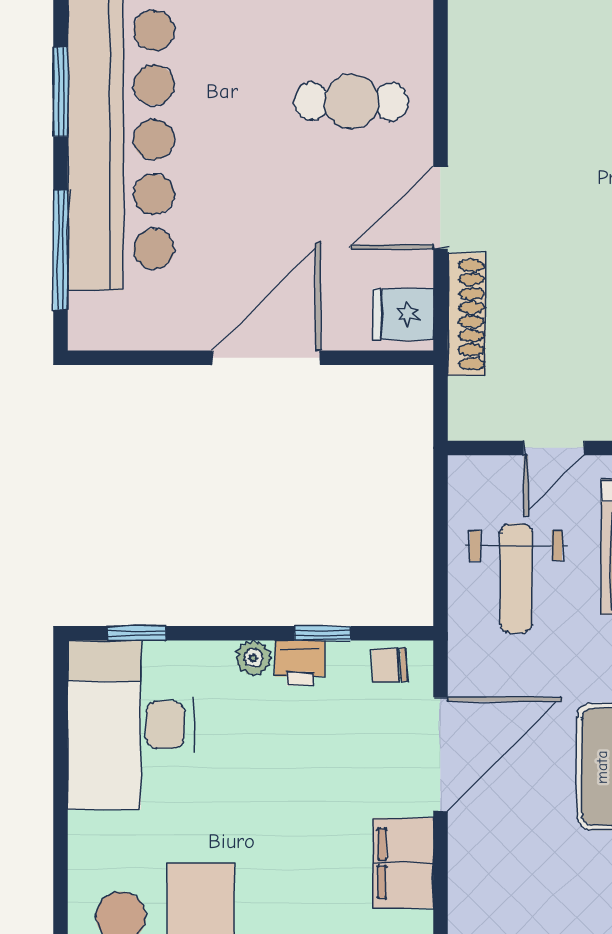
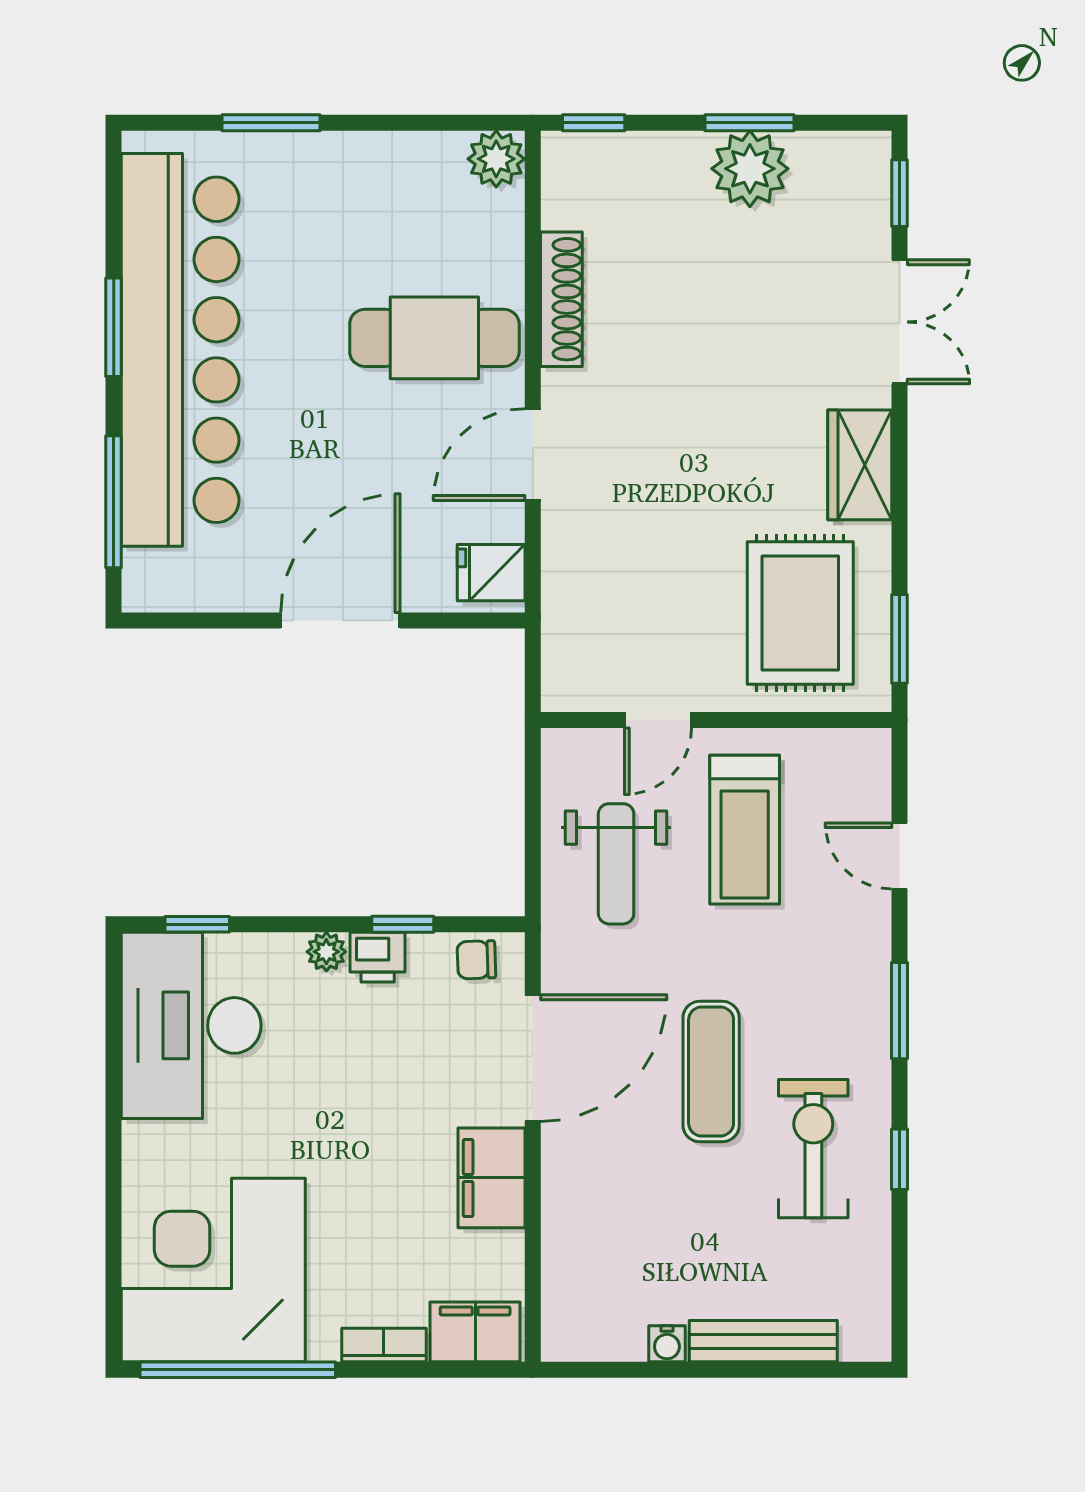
cafe table: (351, 101) -> (434, 338), width x1.37, depth x1.35
shoe rack: (466, 315) -> (561, 299), moved

